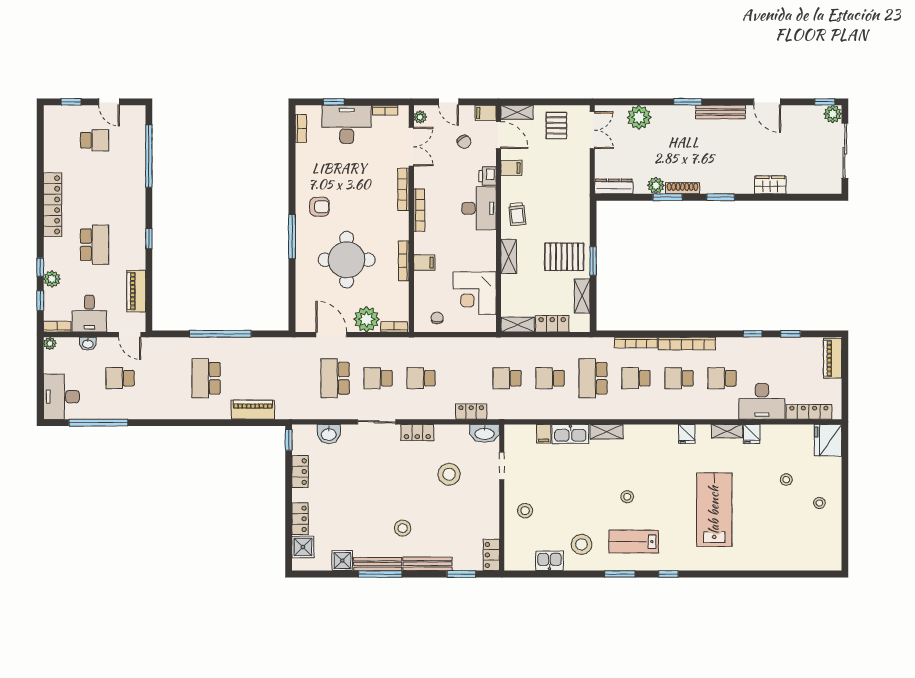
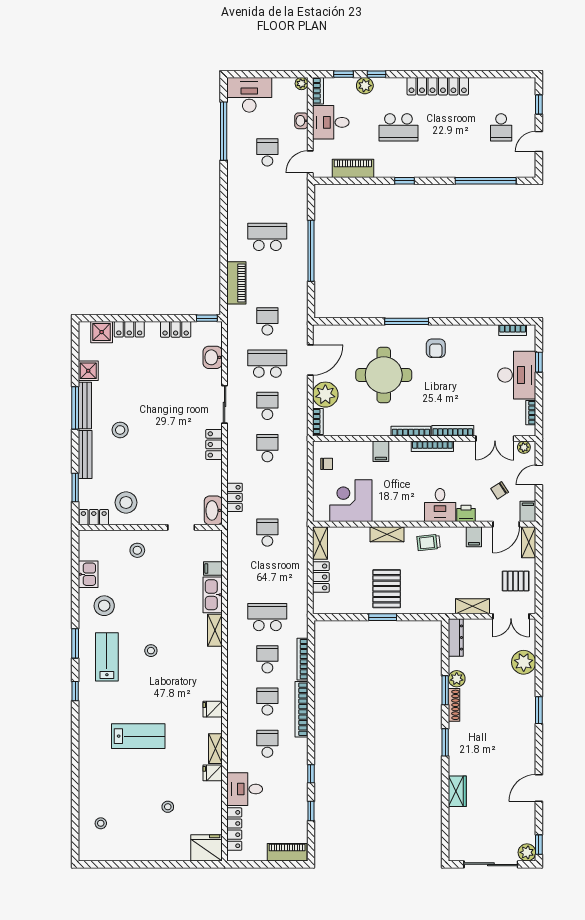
bench: (720, 112) -> (529, 742), removed
desk: (479, 208) -> (440, 505), width x0.73
bookcase: (404, 261) -> (411, 431), moved
shelving: (582, 296) -> (473, 606), moved
school desk: (550, 378) -> (267, 321), moved
desk: (762, 401) -> (245, 789), width x0.73
stool: (449, 474) -> (126, 503), moved
stool: (819, 503) -> (101, 823), moved
lab bench: (714, 510) -> (138, 736), width x0.73, depth x0.72

